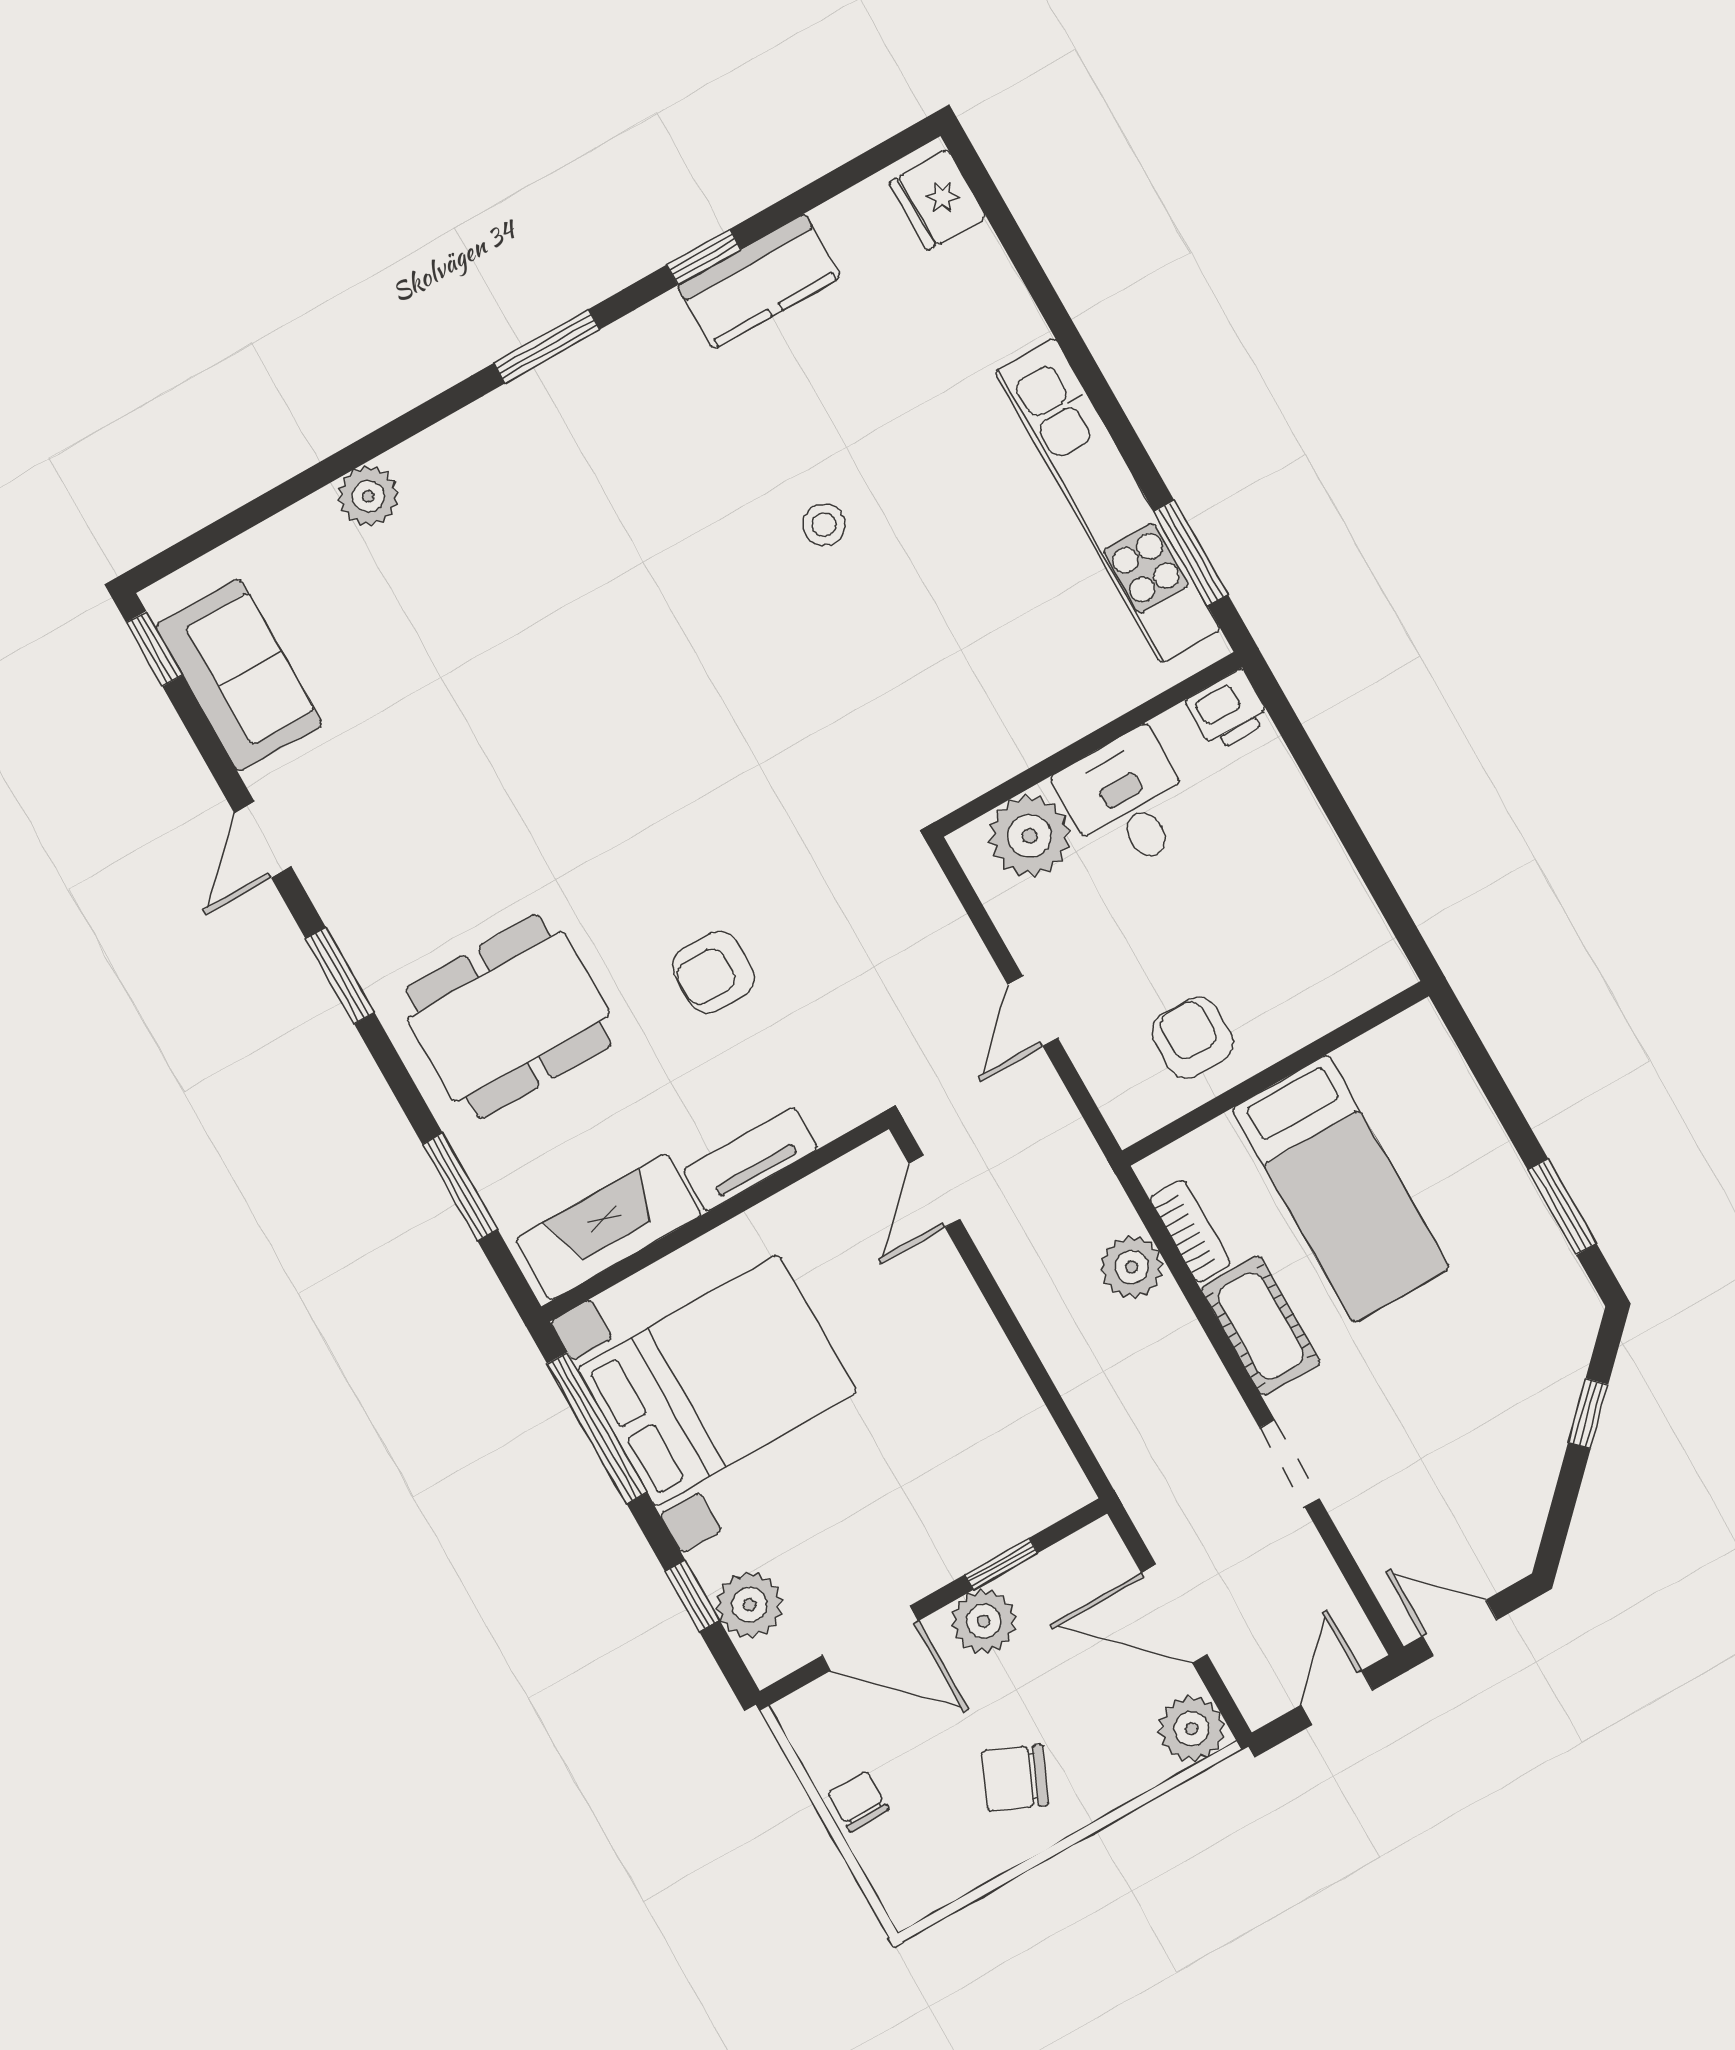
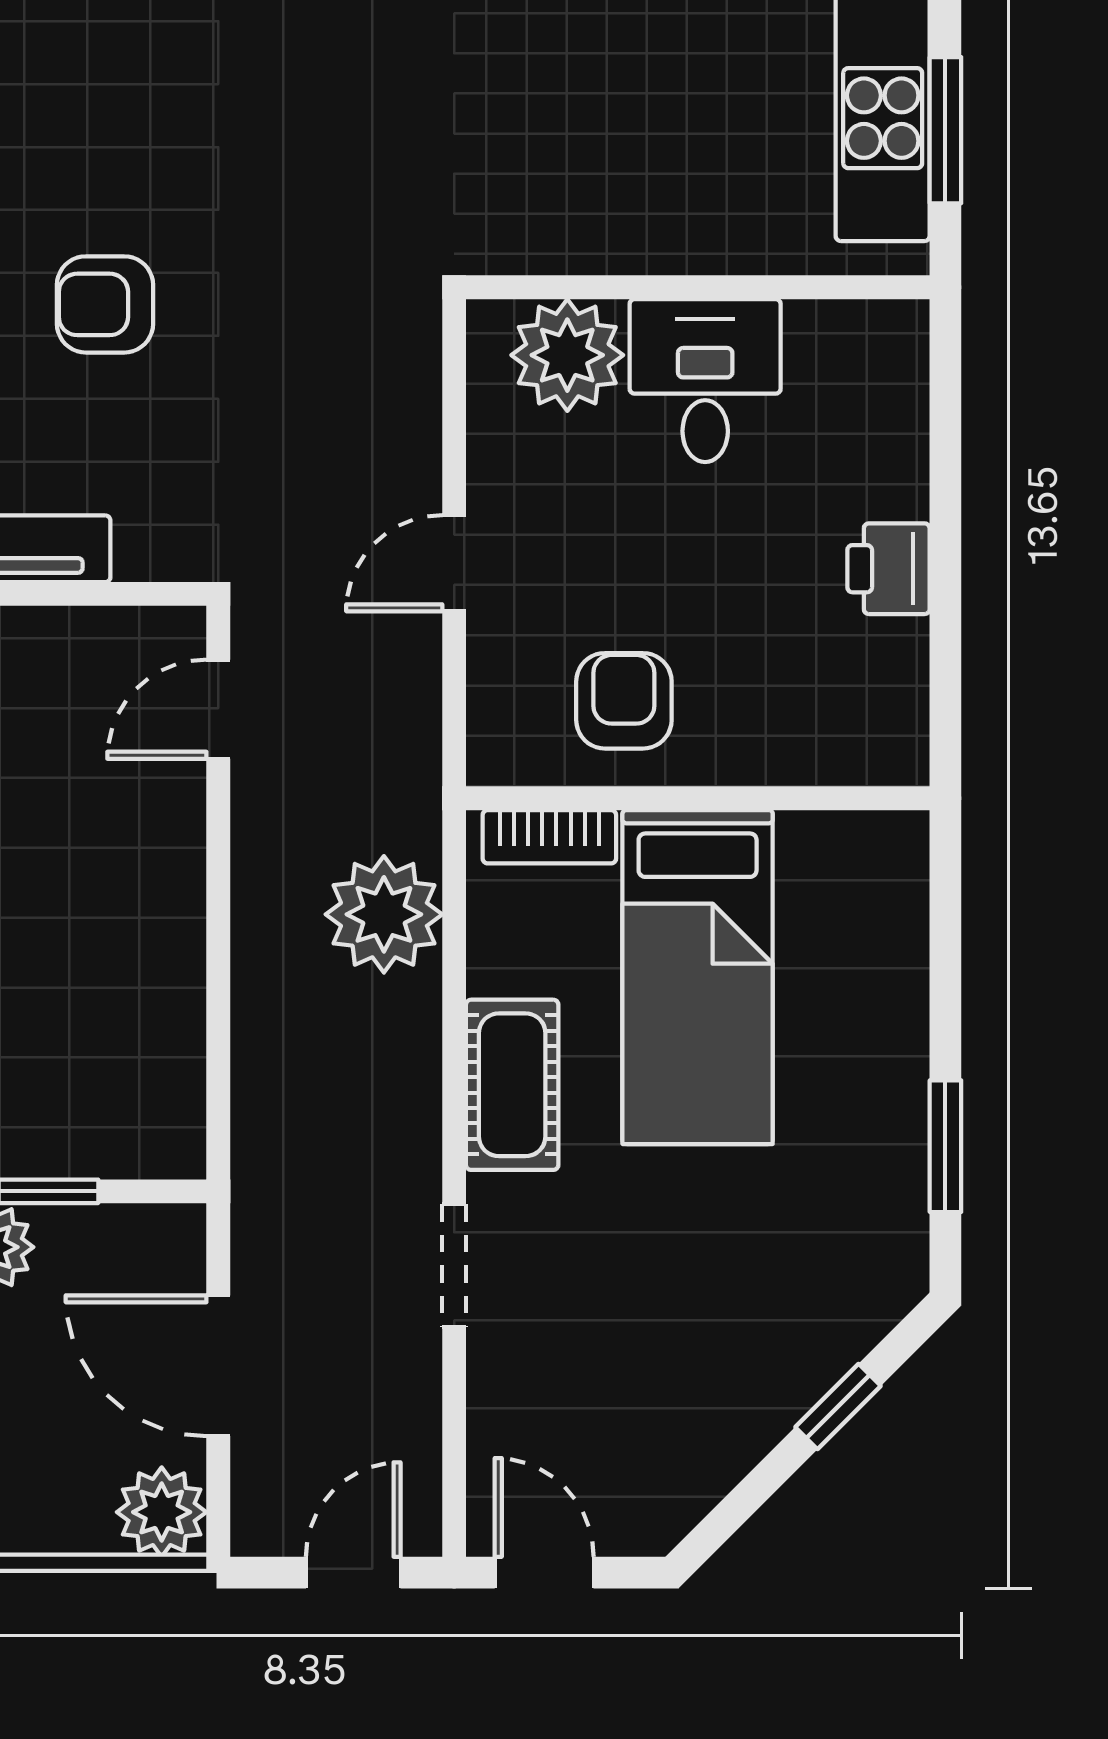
printer: (1228, 710) -> (888, 569), moved, turned 90
bookcase: (1190, 1231) -> (549, 837), moved, turned 90
plant: (1132, 1267) -> (384, 914), width x1.36, depth x1.36

